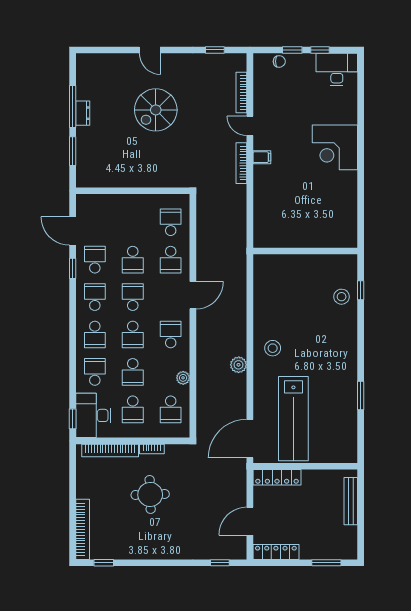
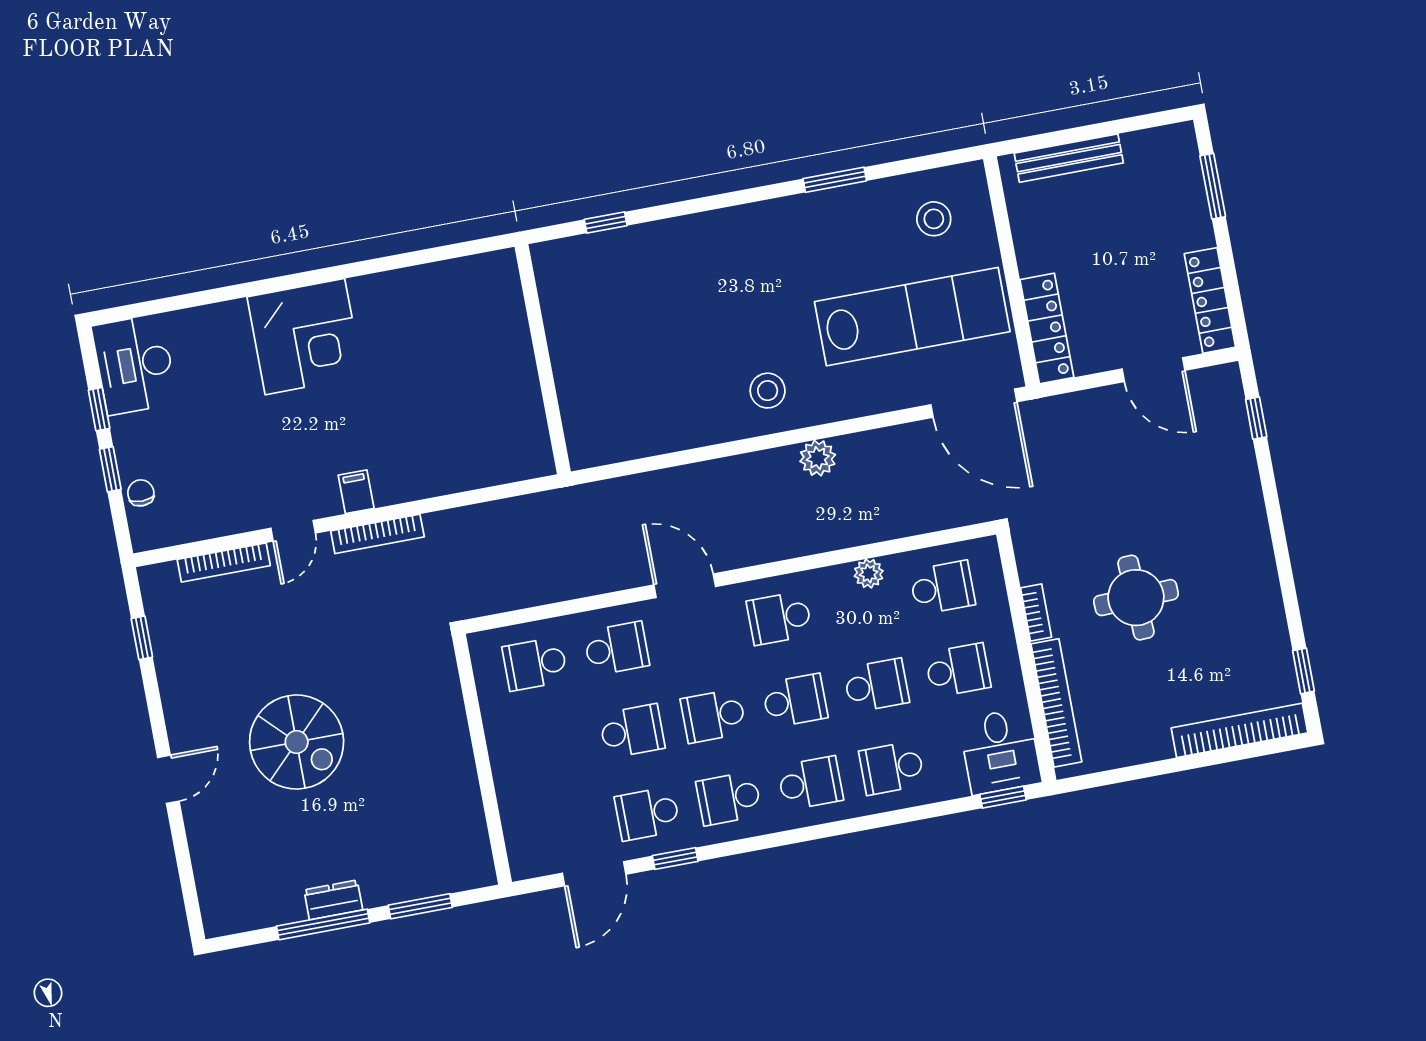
stool: (342, 297) -> (934, 219), moved
desk: (93, 415) -> (1000, 751), width x0.73

